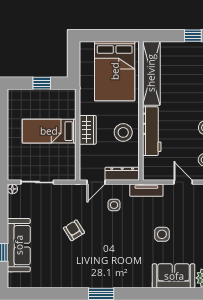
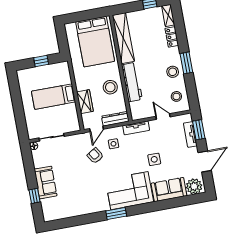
wardrobe: (88, 130) -> (85, 102), moved
armchair: (74, 230) -> (95, 156), moved
sofa: (19, 245) -> (46, 182), width x0.73
corner sofa: (123, 268) -> (129, 191), added

